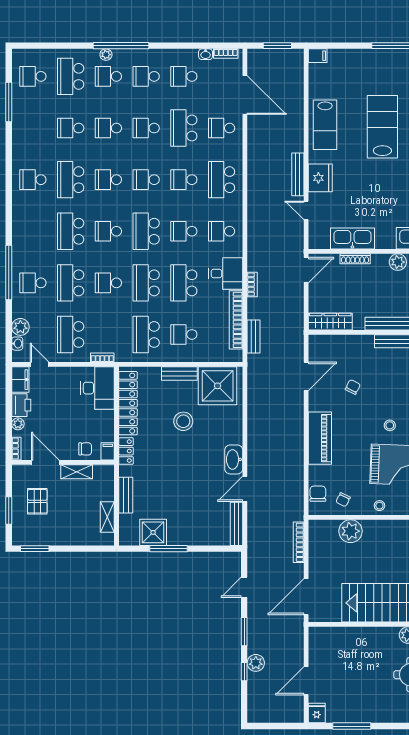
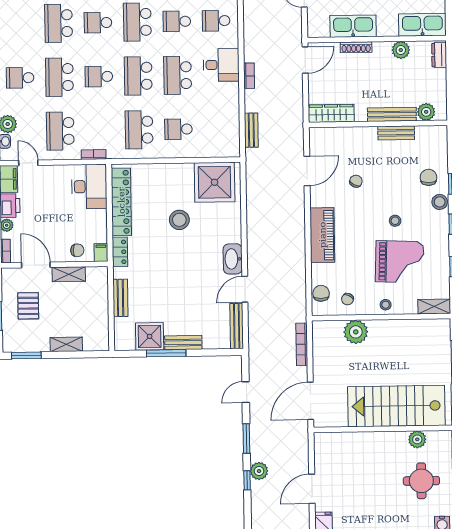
bookcase: (236, 320) -> (233, 113), removed
bench: (179, 374) -> (183, 343), moved
shelving: (107, 517) -> (66, 344), moved, turned 90

